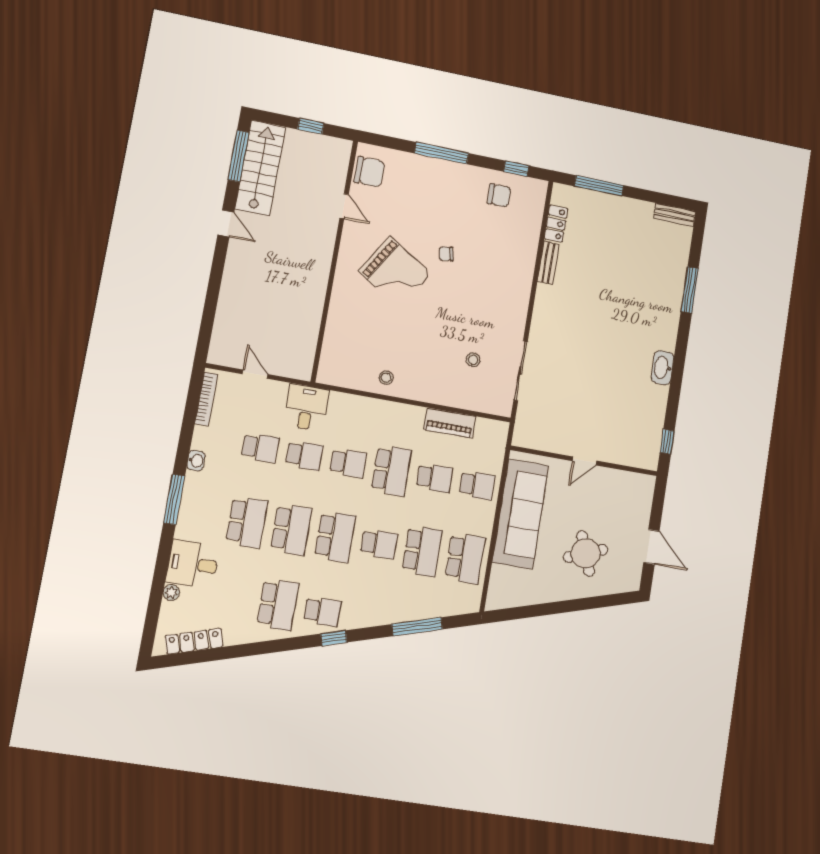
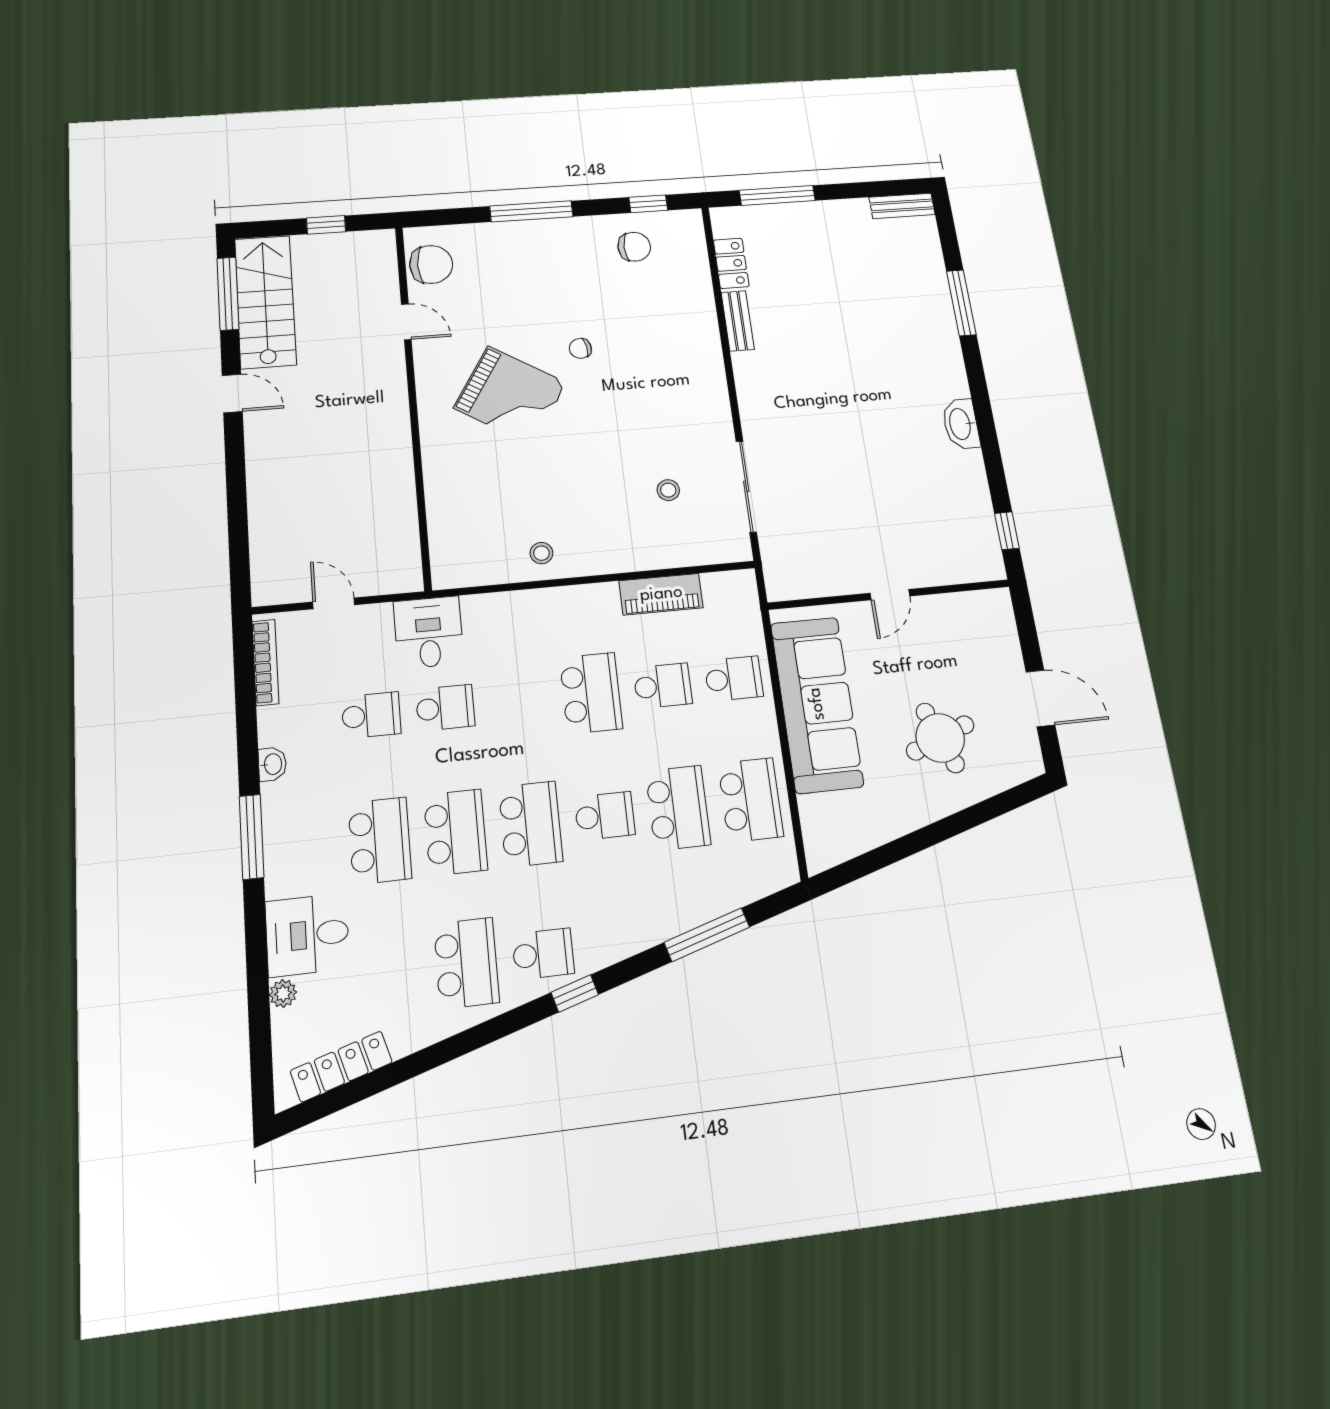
school desk: (348, 463) -> (518, 700), removed

